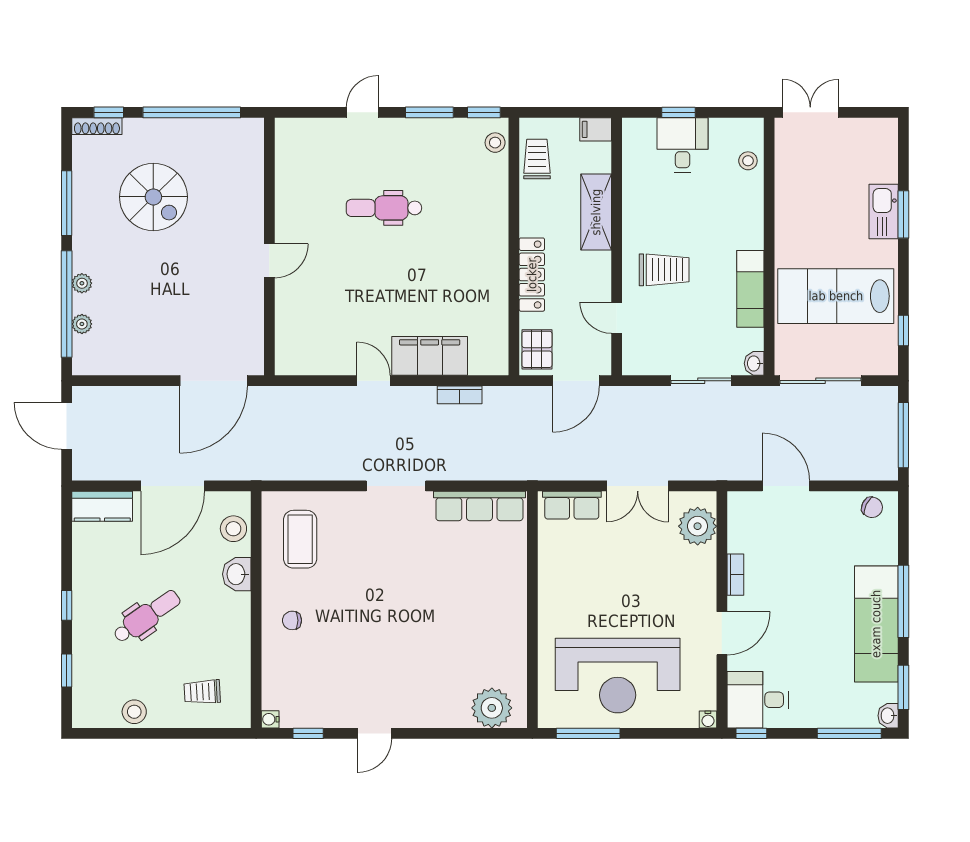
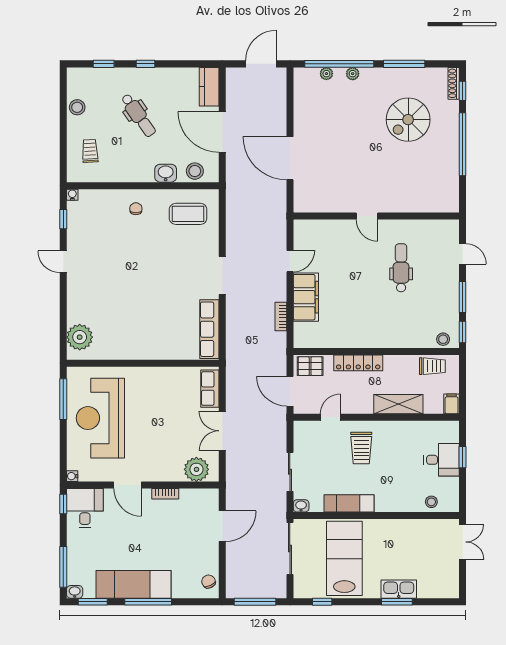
wall: (269, 247) -> (376, 216), moved
door: (269, 261) -> (367, 216), moved
chair: (872, 507) -> (209, 582), turned 130

